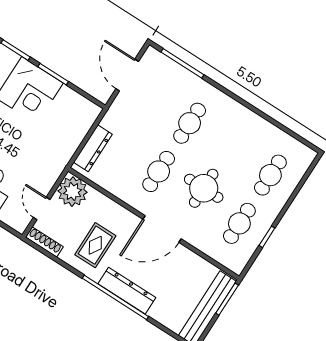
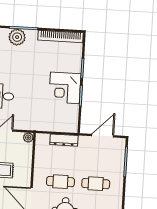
dresser: (93, 148) -> (64, 140), moved
plant: (72, 192) -> (28, 138), width x0.53, depth x0.53

